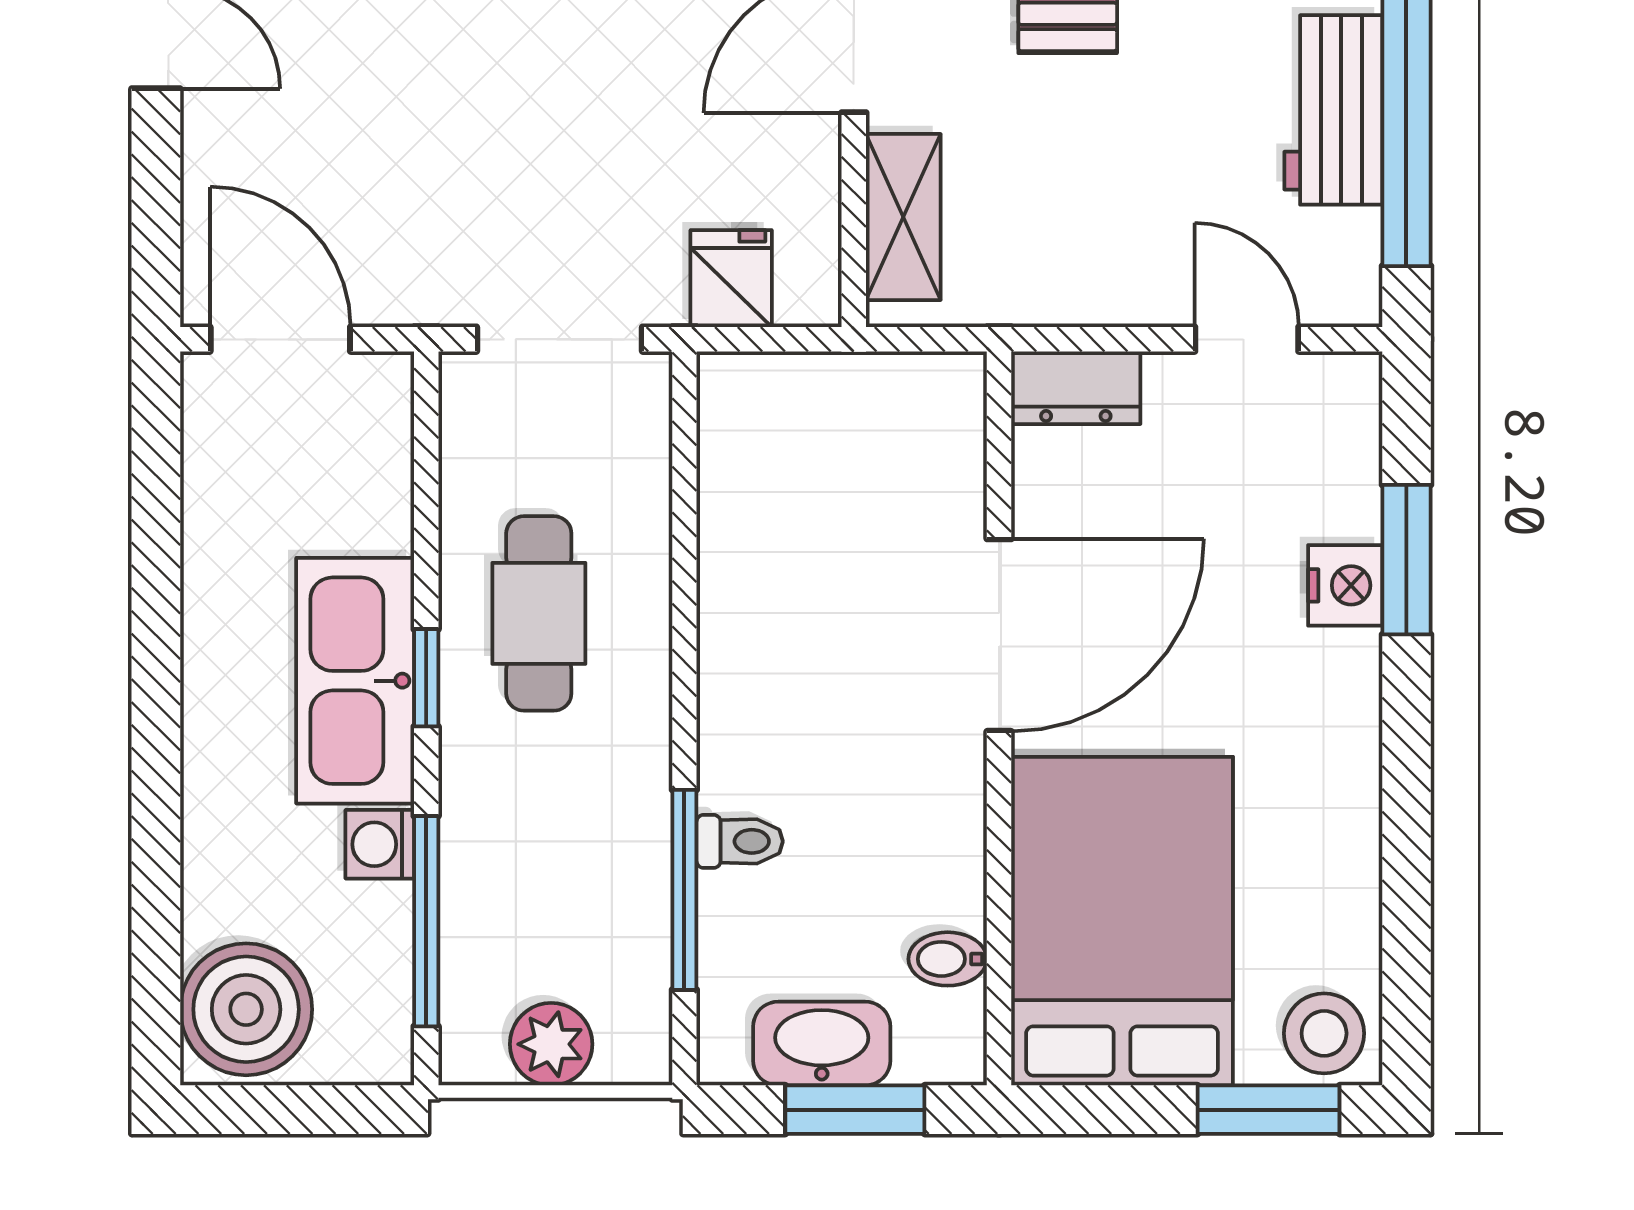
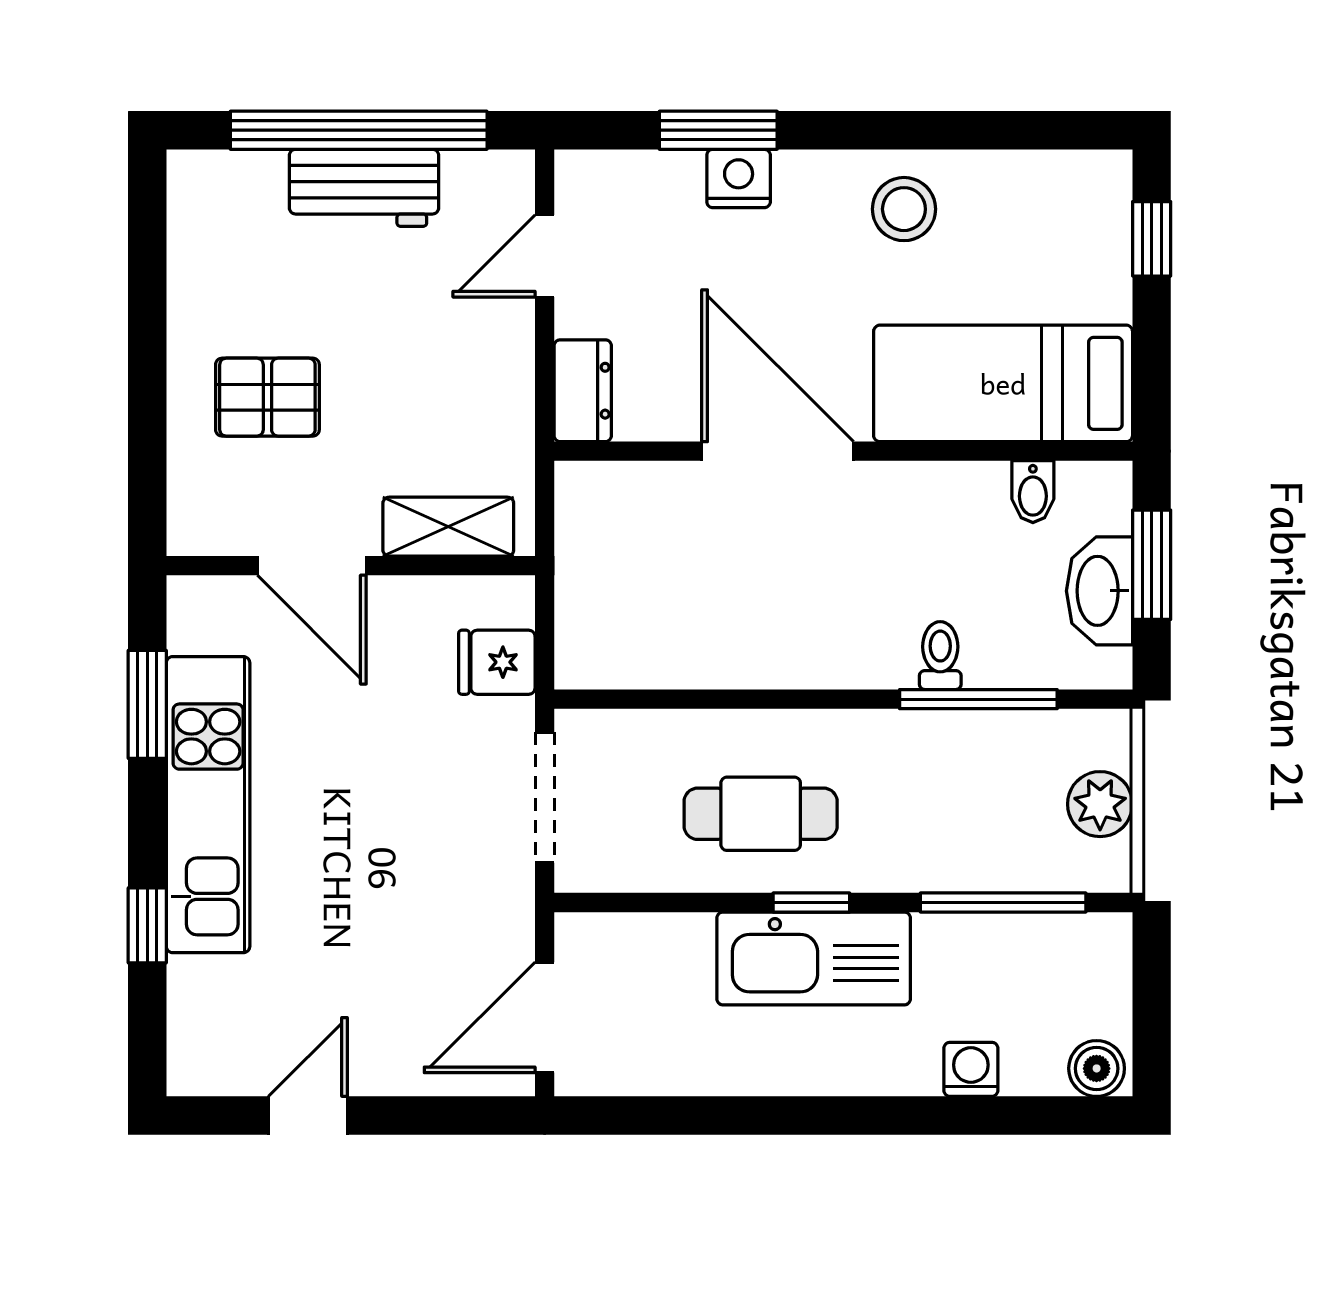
washing machine: (380, 844) -> (971, 1069), moved, turned 180
bed: (1122, 921) -> (1003, 383), width x0.67
boiler: (246, 1009) -> (1097, 1068), width x0.54, depth x0.54
stool: (1324, 1033) -> (904, 209), moved
window: (1269, 1110) -> (1152, 239), width x0.67

